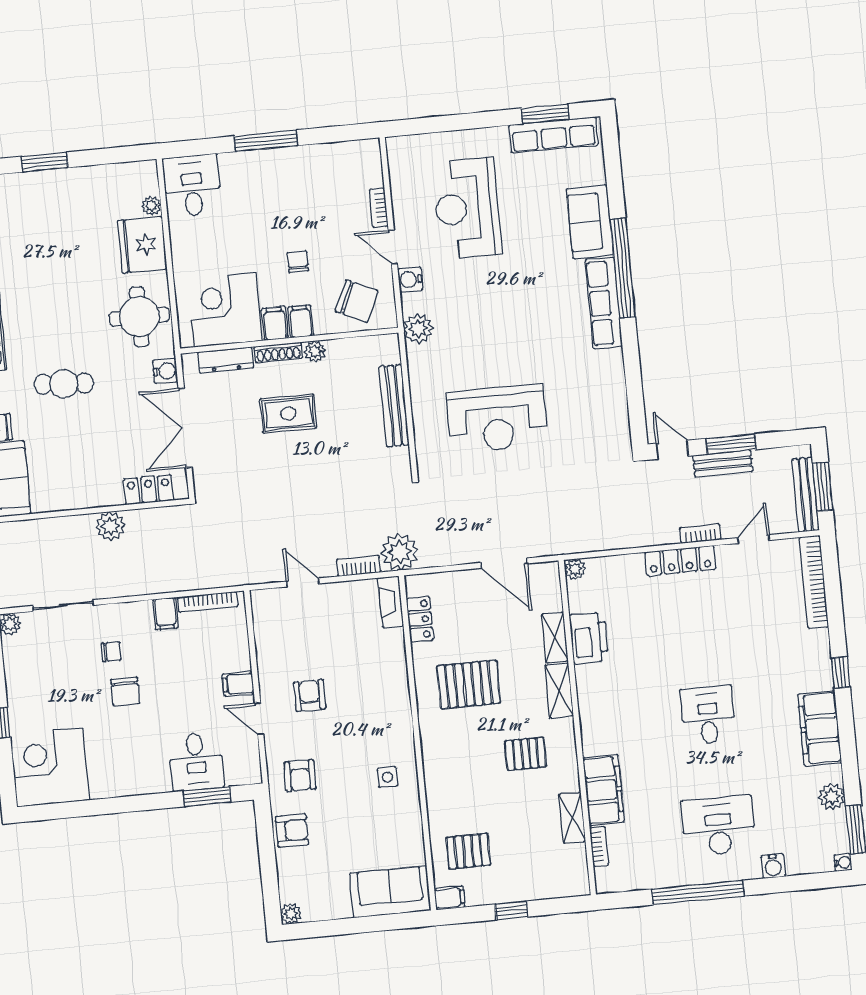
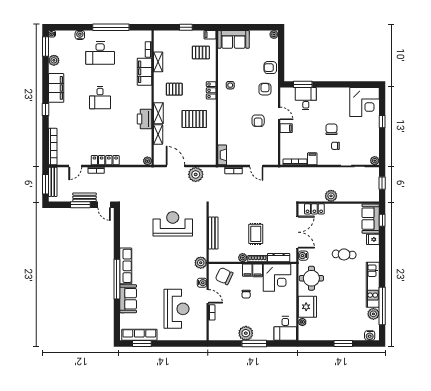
plant: (289, 164) -> (246, 333), added
rug: (288, 414) -> (256, 234), turned 90
plant: (400, 552) -> (196, 174), moved
locker: (420, 619) -> (211, 90), moved
printer: (589, 638) -> (145, 119), moved

